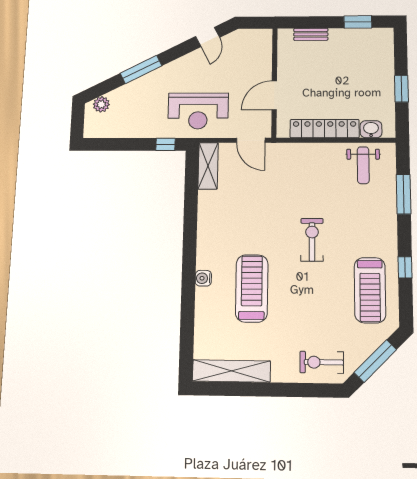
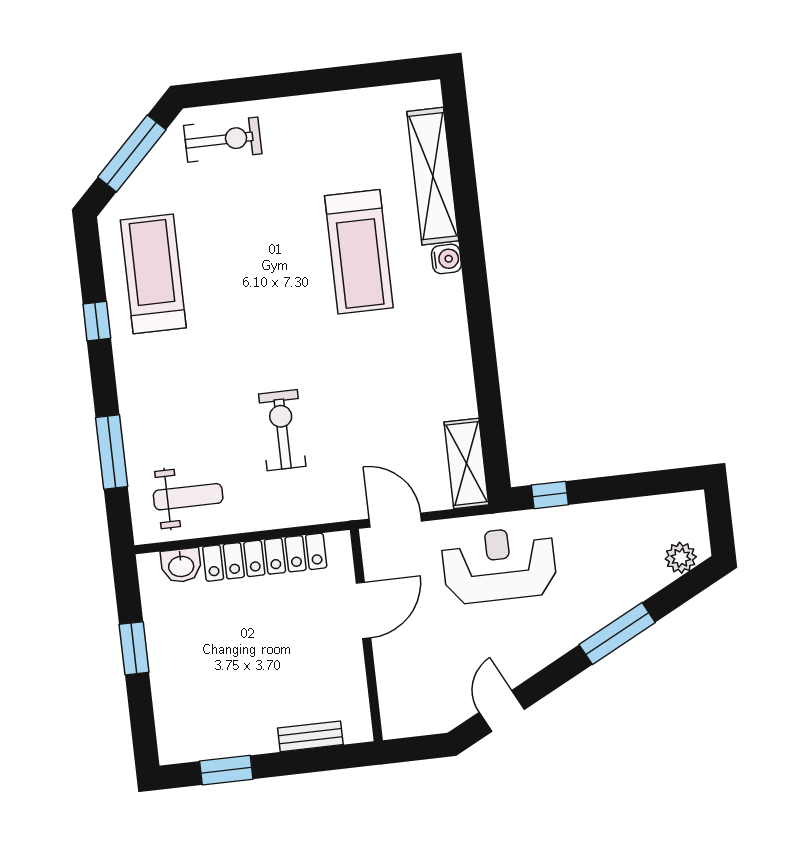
weight bench: (363, 165) -> (188, 497), turned 90
exercise bike: (312, 240) -> (282, 430), moved, turned 180
shelving: (231, 371) -> (433, 176), moved, turned 90

